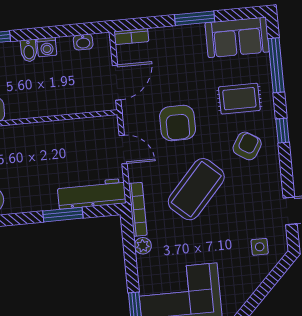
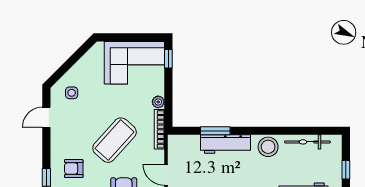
armchair: (247, 146) -> (74, 169), turned 58
workbench: (92, 194) -> (225, 144), moved

